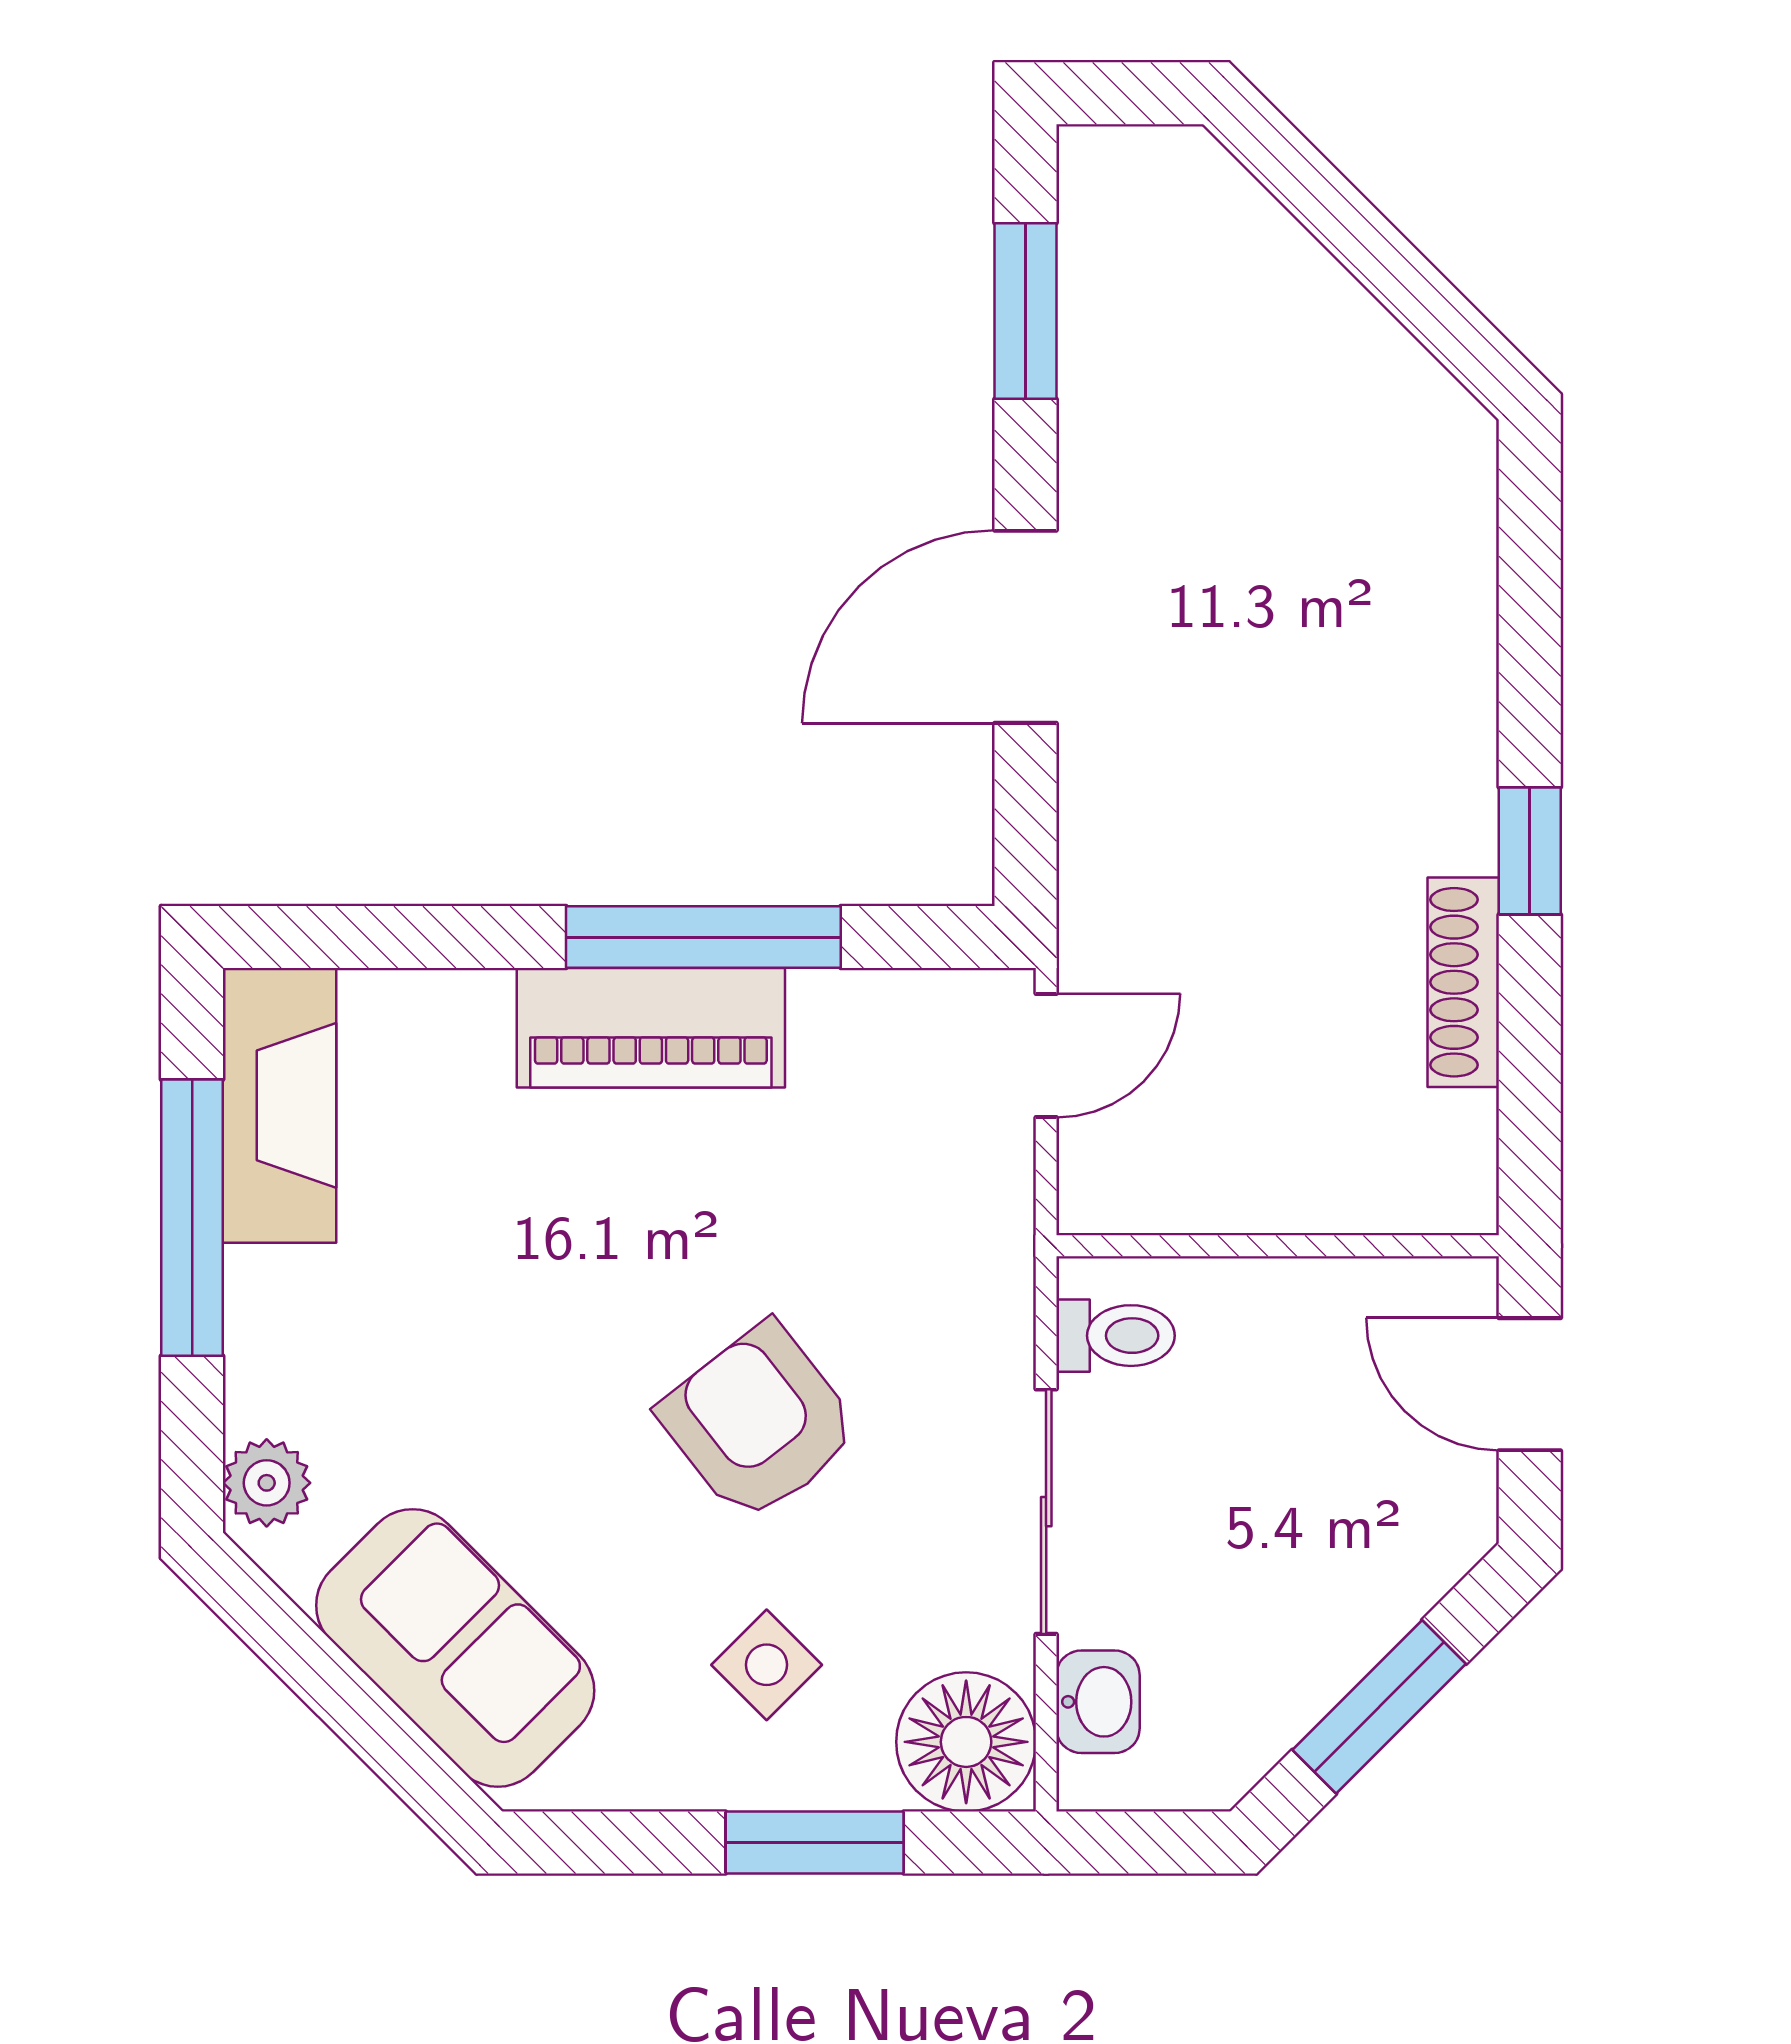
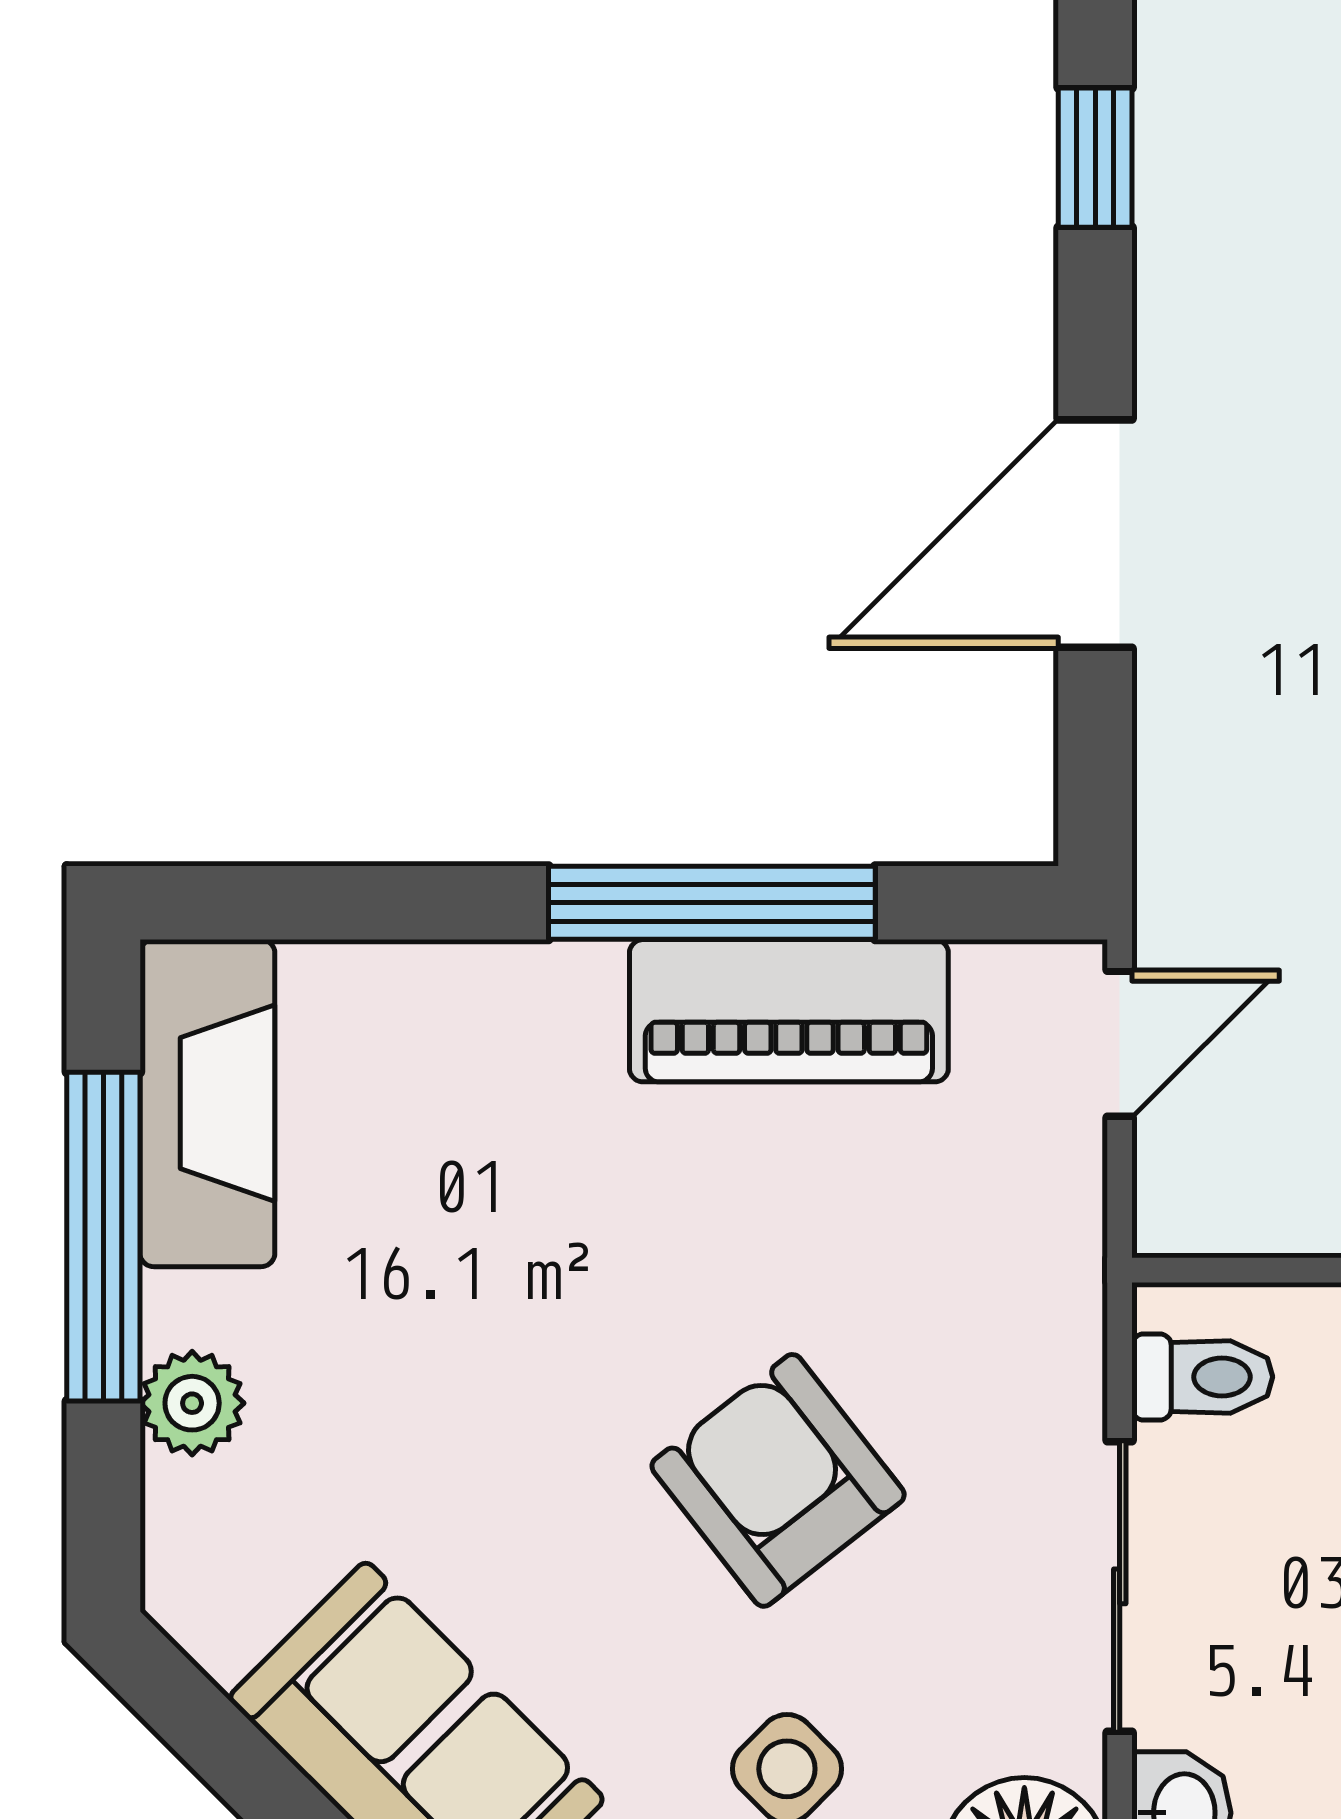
window: (1026, 311) -> (1095, 158), width x0.67
piano: (651, 1028) -> (789, 1011), moved
plant: (267, 1483) -> (192, 1403), moved

